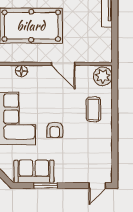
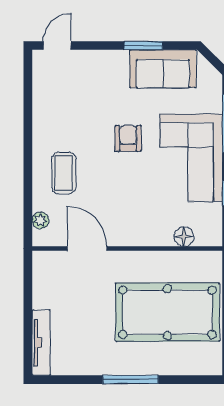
door: (63, 64) -> (87, 248), moved
plant: (103, 76) -> (41, 220), width x0.53, depth x0.53

